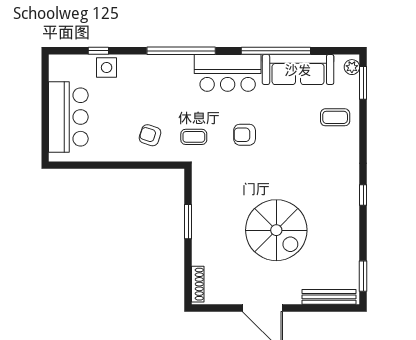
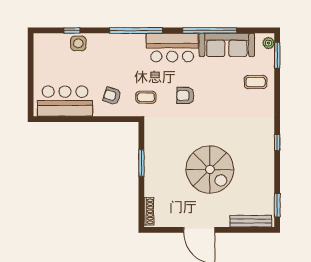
bar counter: (68, 117) -> (65, 101), moved, turned -90

